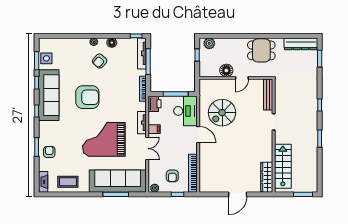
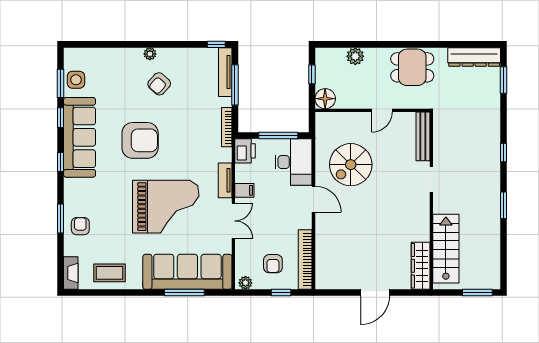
floor lamp: (112, 43) -> (178, 55), removed
plant: (209, 43) -> (355, 56), moved
floor lamp: (226, 70) -> (325, 99), moved
grand piano: (104, 139) -> (166, 207), turned 180

